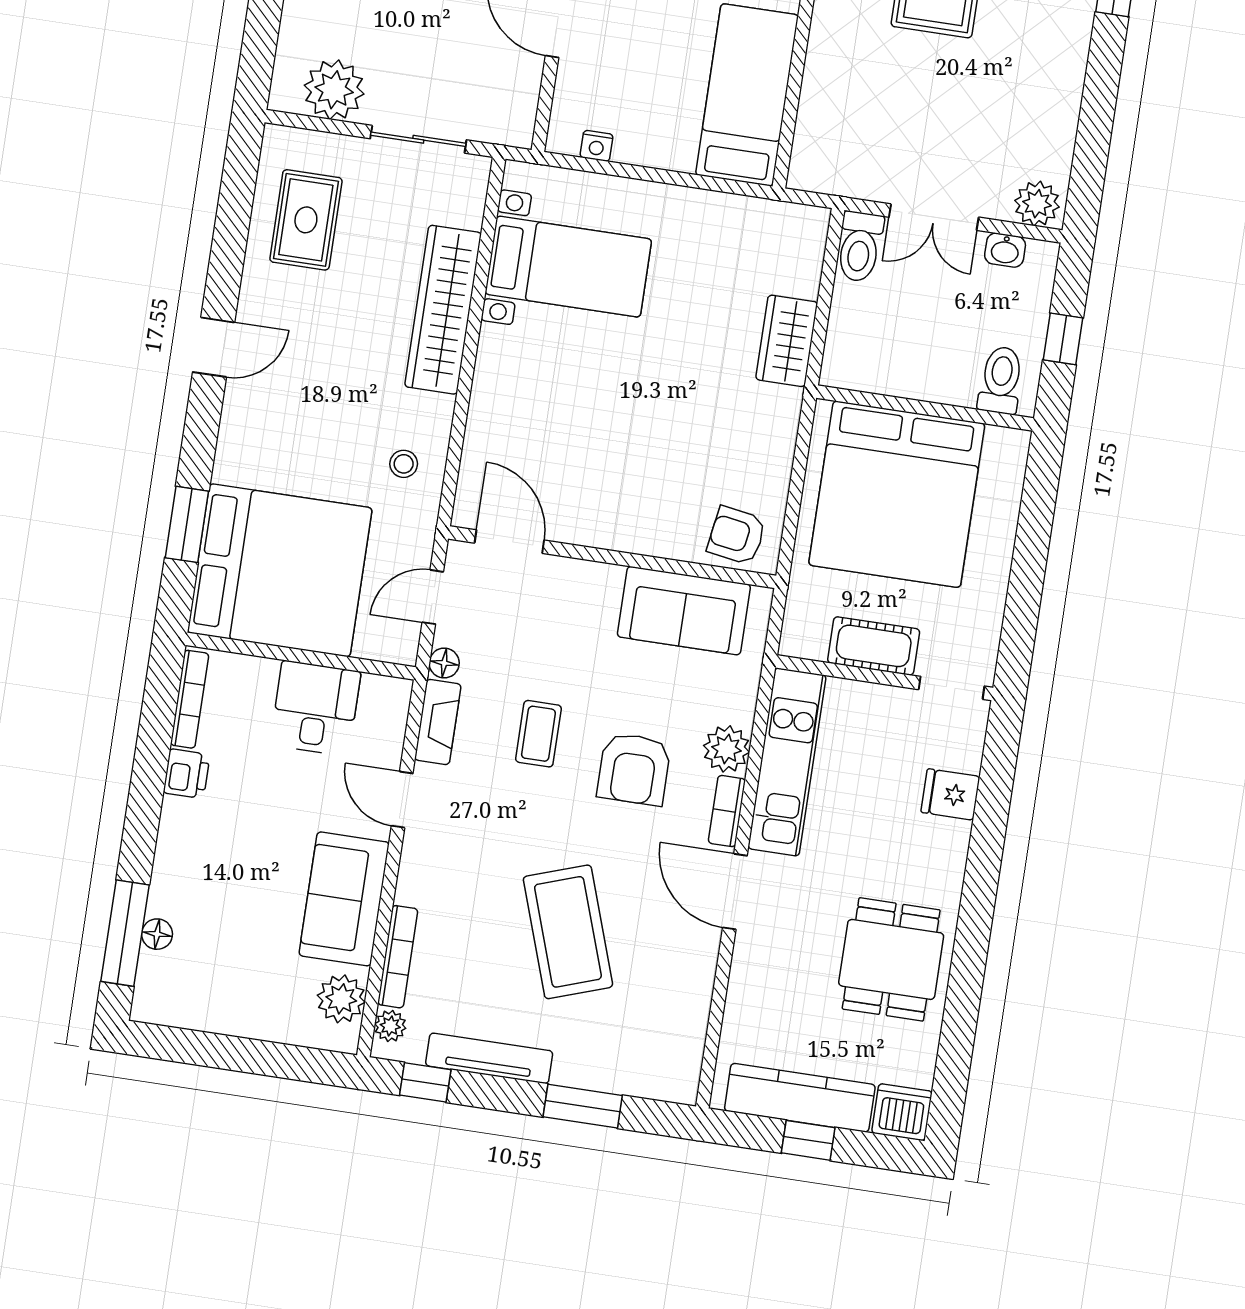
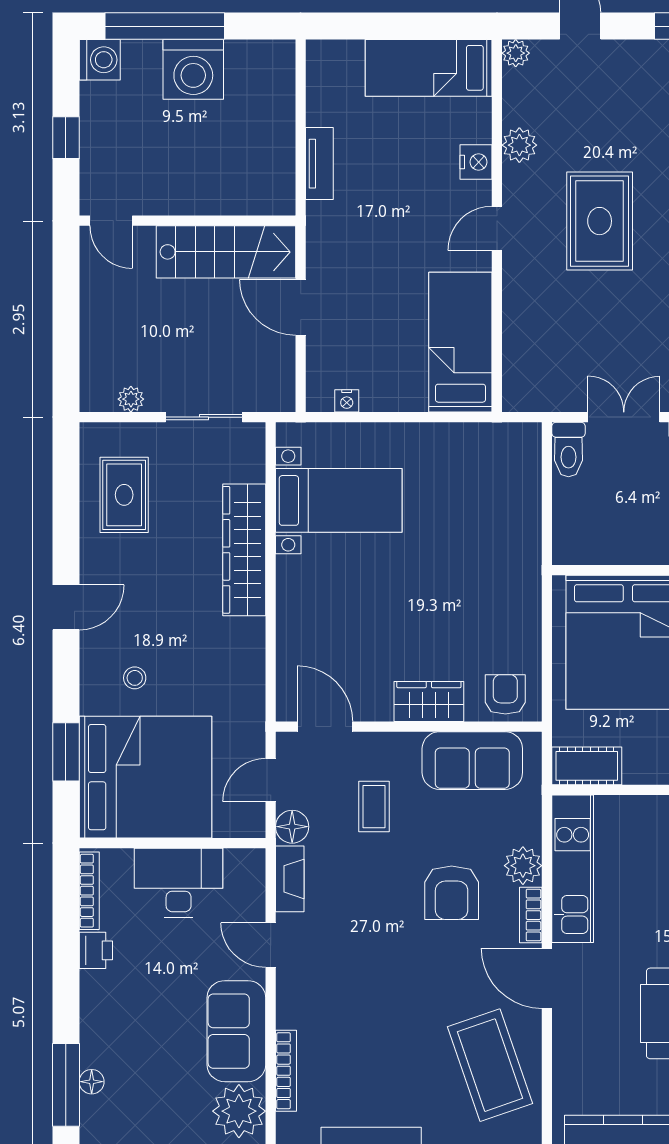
plant: (334, 90) -> (131, 399), width x0.53, depth x0.53
double door: (934, 217) -> (624, 417), swing flipped
wardrobe: (787, 341) -> (429, 701), moved, turned 90
stool: (404, 464) -> (135, 678), moved
armchair: (737, 535) -> (505, 694), turned 81
cot: (874, 646) -> (587, 766), moved
floor lamp: (444, 663) -> (292, 827), width x1.37, depth x1.37
desk: (315, 708) -> (179, 883), width x1.37
coffee table: (538, 734) -> (374, 807), moved
coffee table: (568, 932) -> (490, 1065), moved
plant: (341, 999) -> (239, 1111), width x1.36, depth x1.36
plant: (390, 1026) -> (288, 1127), removed

